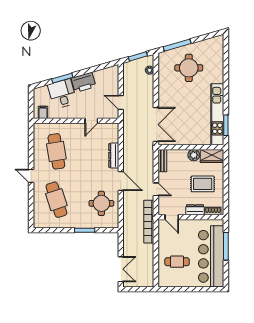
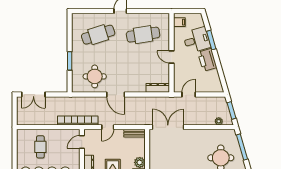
door: (91, 121) -> (172, 57), moved
double door: (156, 125) -> (168, 127), swing flipped
dresser: (114, 156) -> (158, 88), moved
door: (121, 181) -> (116, 95), hinge flipped

